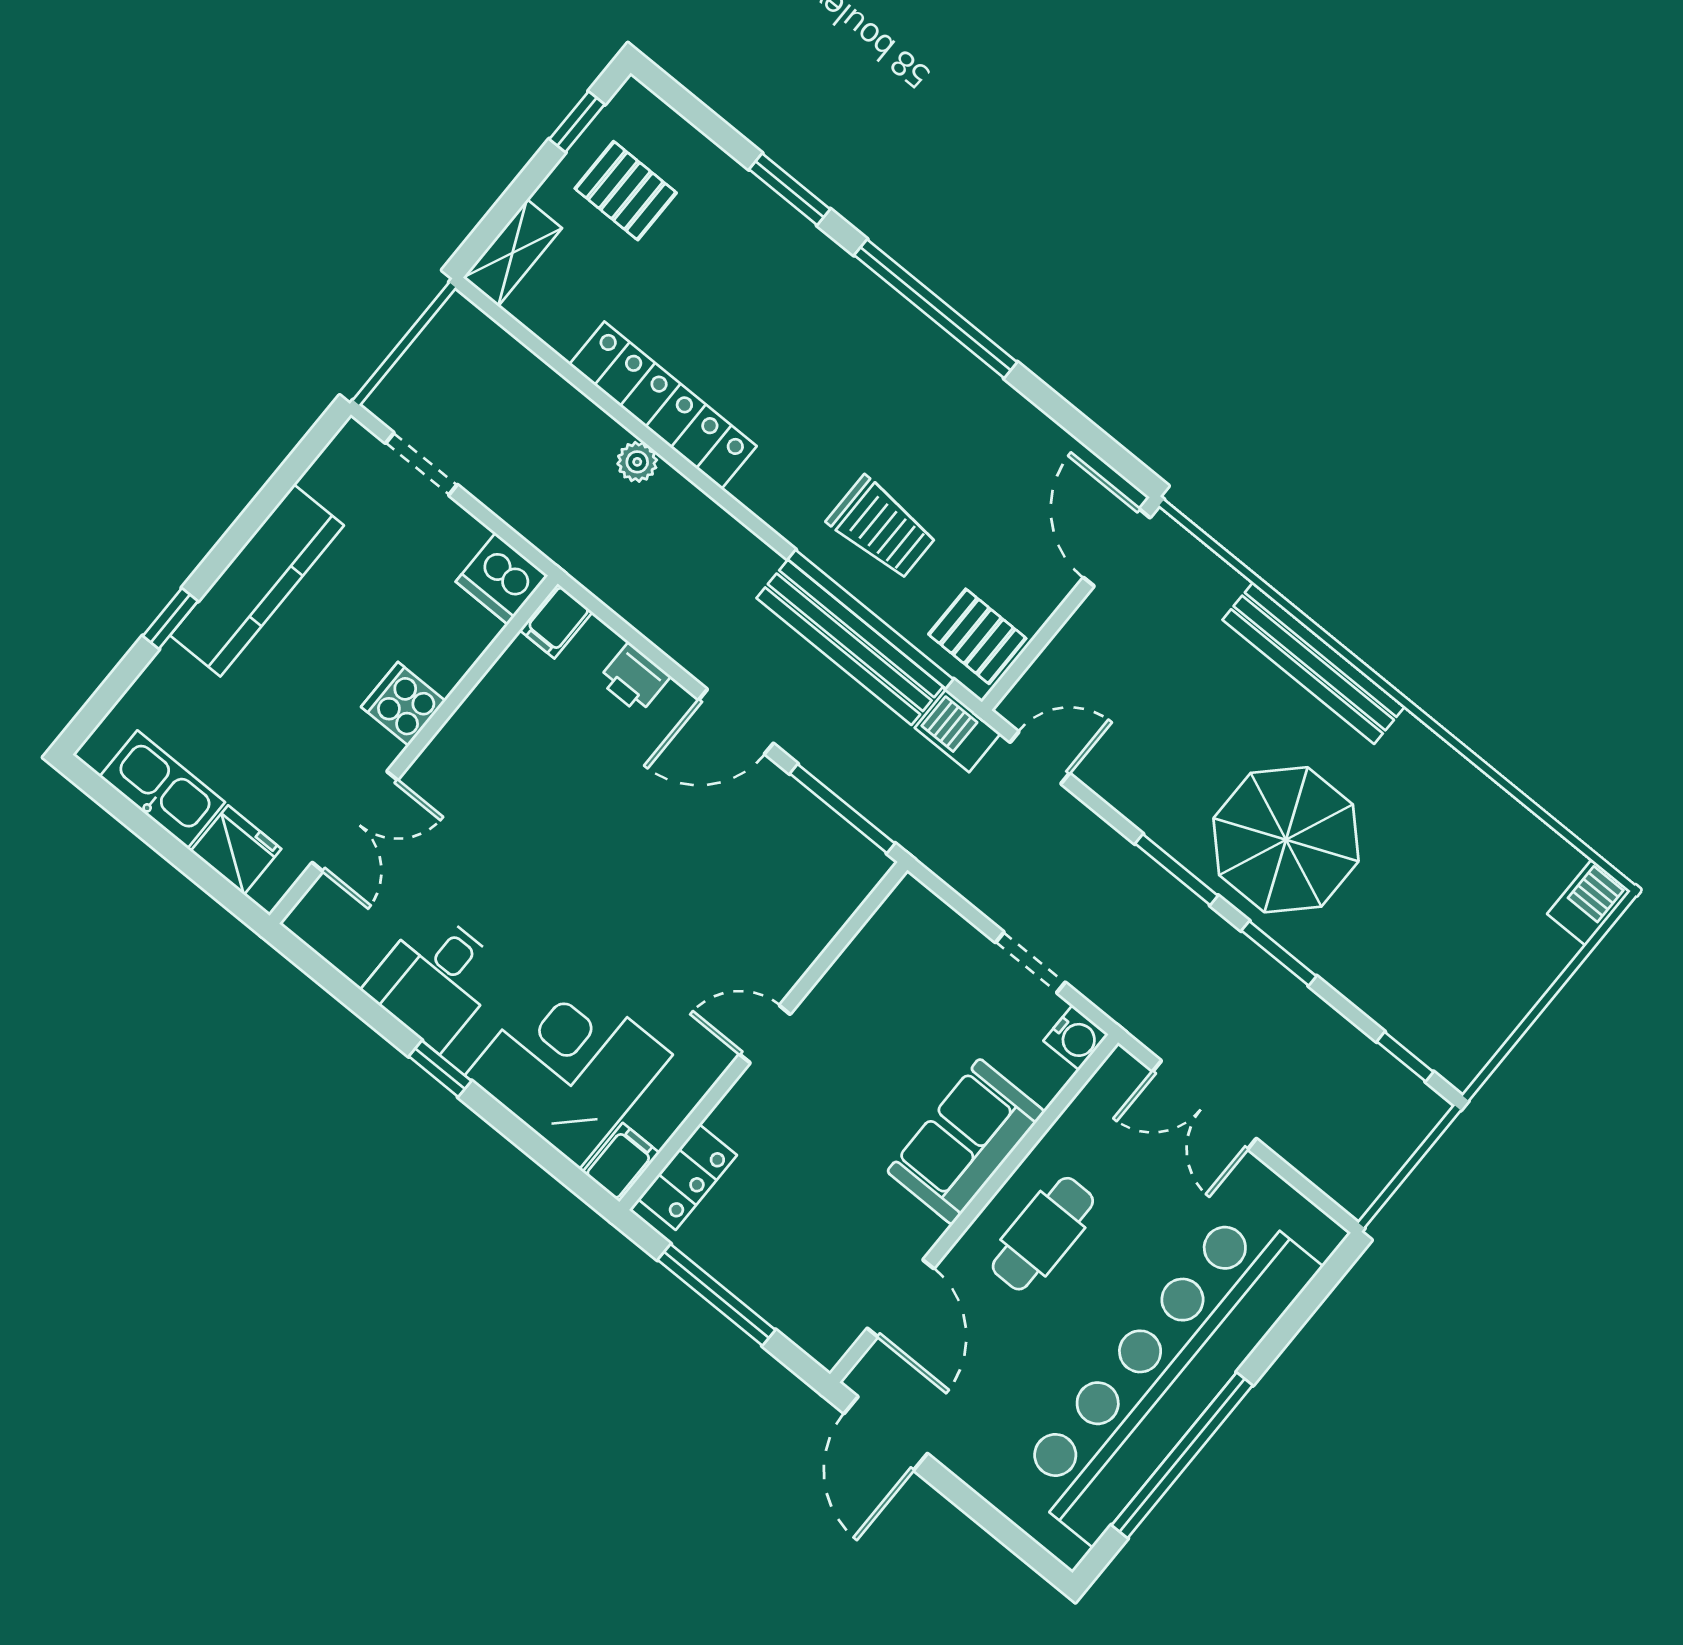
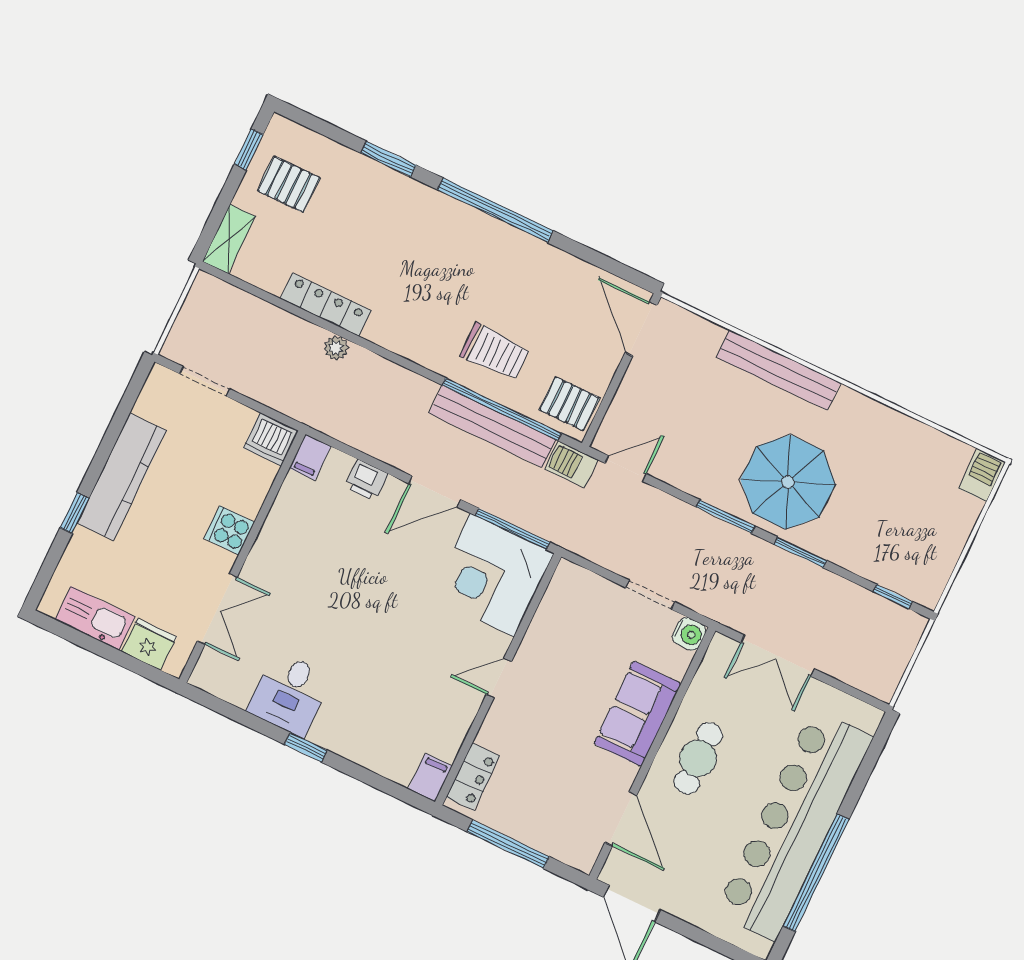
locker: (663, 405) -> (326, 305), width x0.71, depth x0.83
corner desk: (569, 1065) -> (492, 575), moved, turned -90

